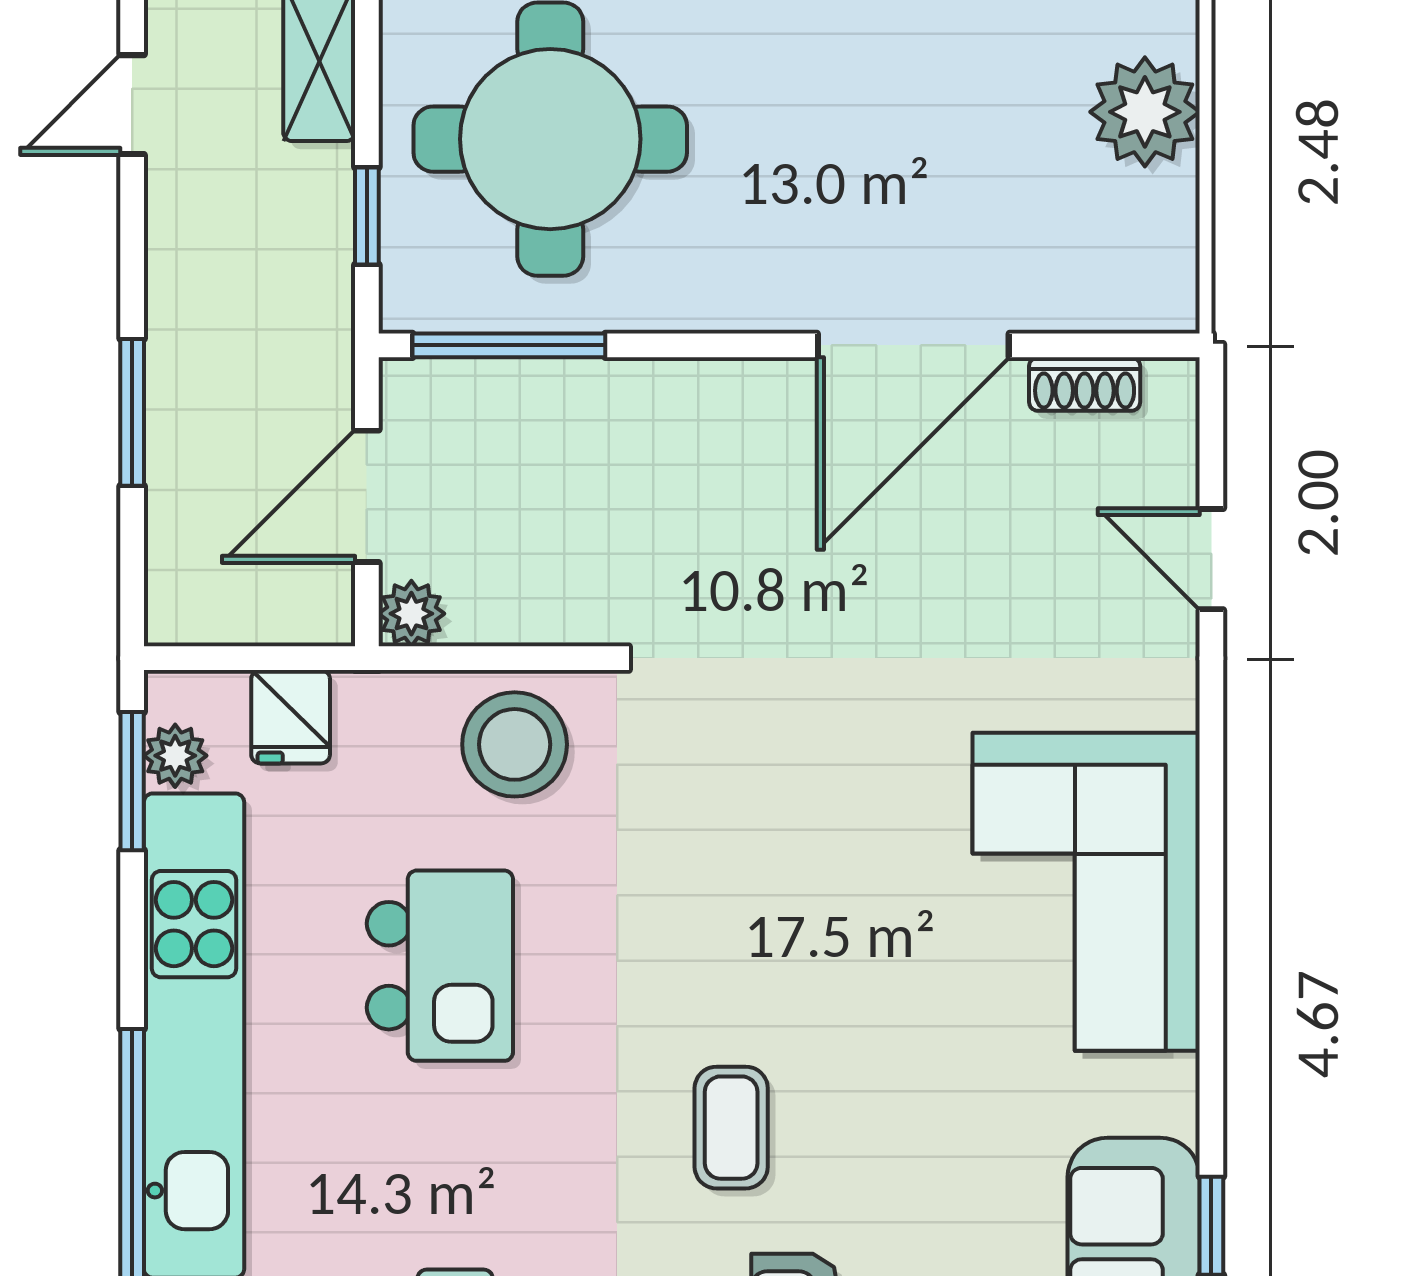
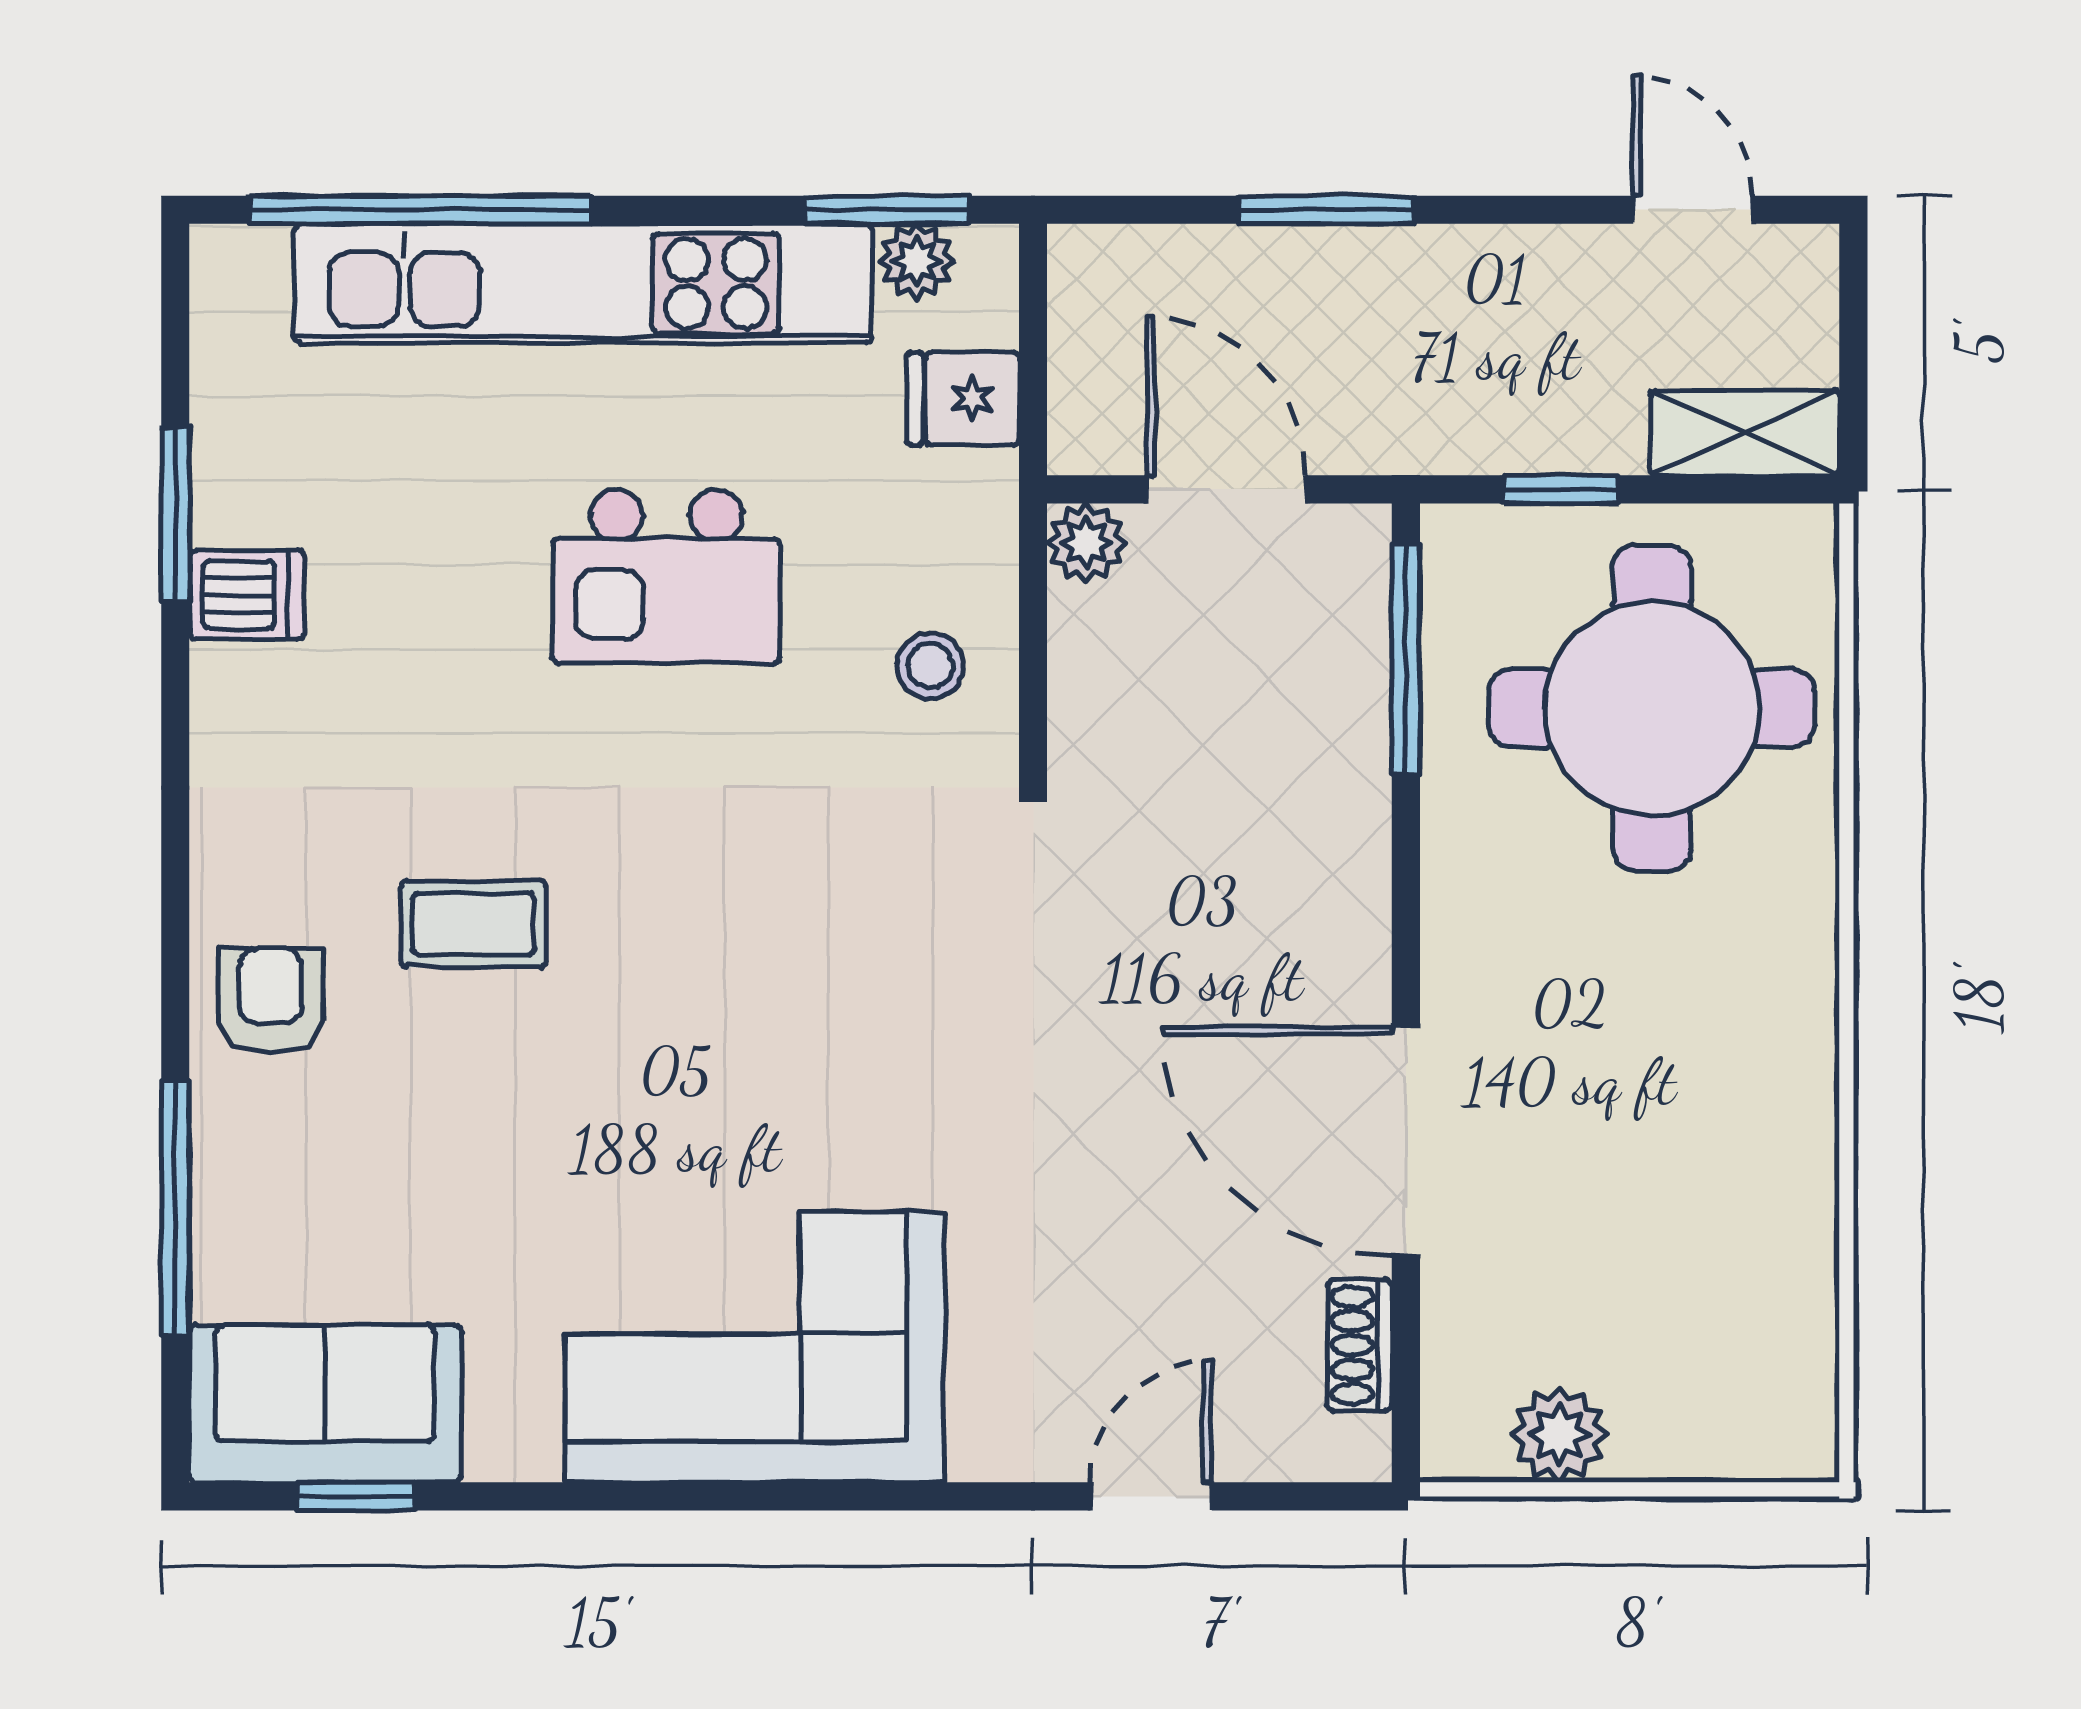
plant: (1145, 112) -> (1559, 1435), moved, width x0.73, depth x0.73
stool: (515, 744) -> (930, 666), width x0.53, depth x0.53

